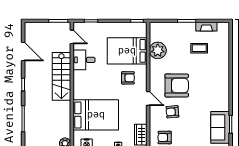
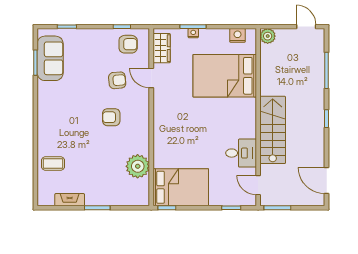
coffee table: (199, 48) -> (53, 163), moved
door: (23, 51) -> (327, 181), moved
bed: (127, 51) -> (181, 187), moved
armchair: (128, 78) -> (179, 128), removed
armchair: (177, 85) -> (111, 117), width x0.53, depth x0.53
door: (148, 98) -> (151, 78), moved

